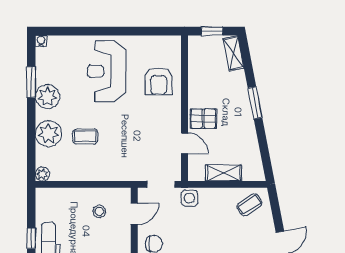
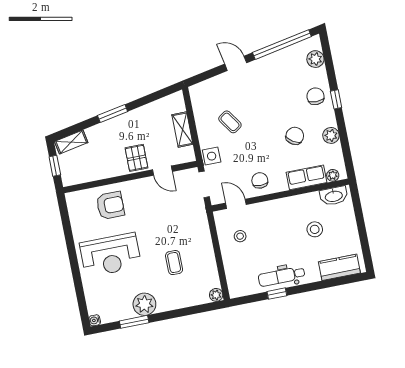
plant: (48, 134) -> (178, 297), removed
door: (184, 143) -> (162, 171), swing flipped
coffee table: (249, 205) -> (230, 122), moved

